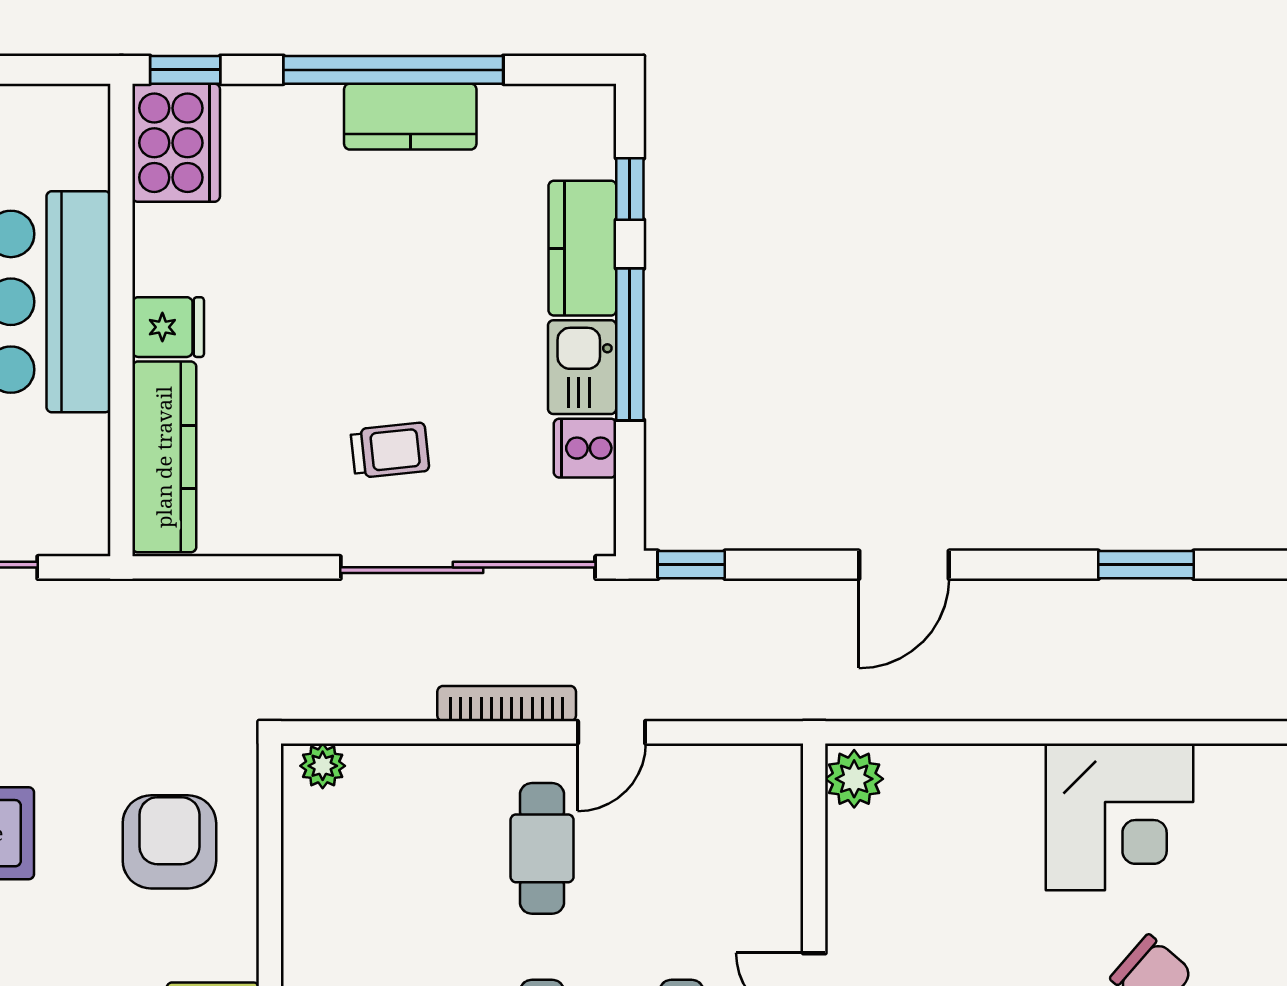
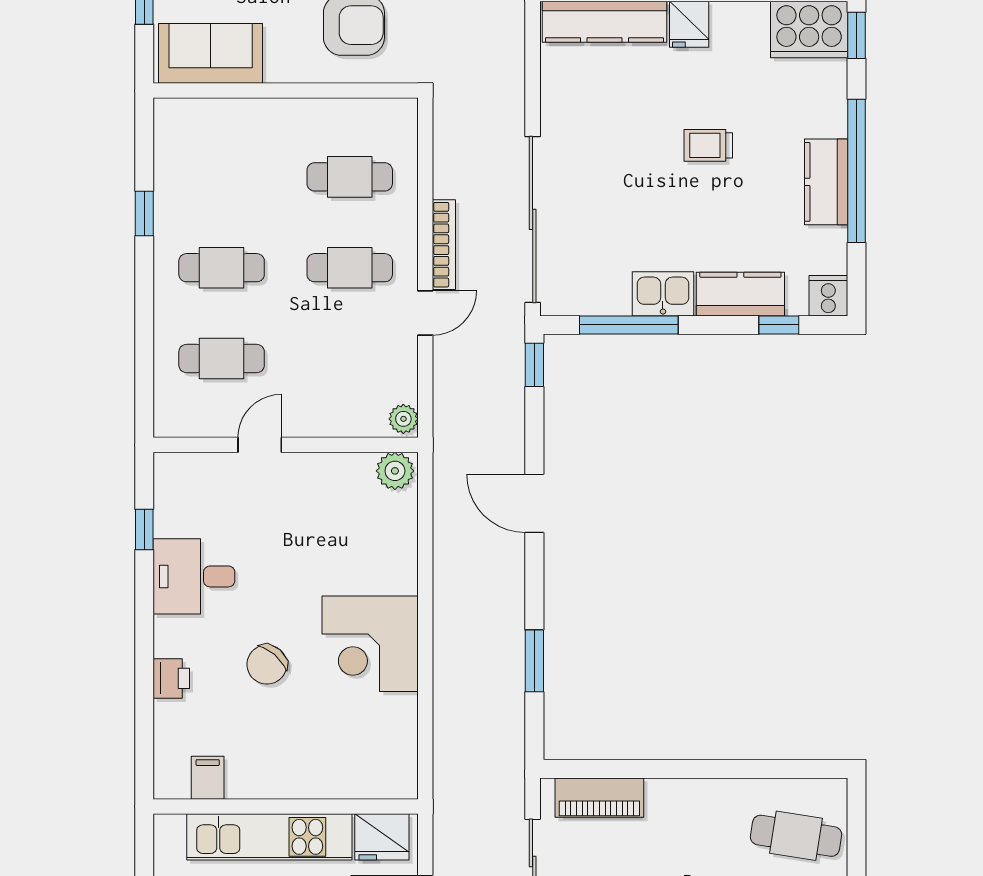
window: (630, 344) -> (629, 325), moved
cooker: (585, 448) -> (828, 296), moved
trolley: (390, 450) -> (708, 145), moved, turned 96
door: (612, 732) -> (425, 313), swing flipped
plant: (323, 766) -> (403, 419), moved
cafe table: (403, 848) -> (350, 177), added

